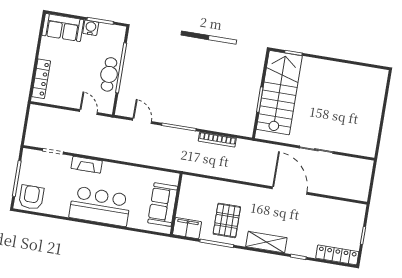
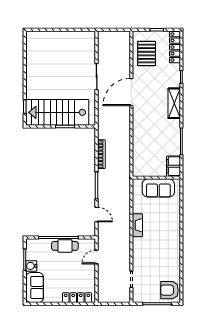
door: (142, 121) -> (97, 215), swing flipped
fireplace: (87, 165) -> (137, 225), moved
bar counter: (100, 206) -> (168, 236), removed
pallet: (227, 220) -> (147, 54), moved, turned 90

